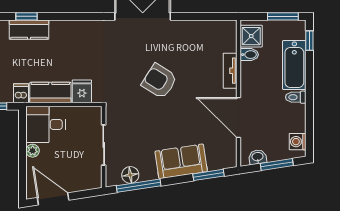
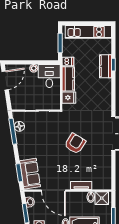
door: (239, 117) -> (53, 191), swing flipped
sofa: (181, 161) -> (30, 174), moved

